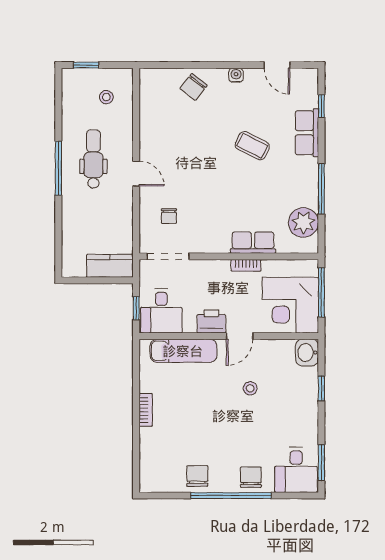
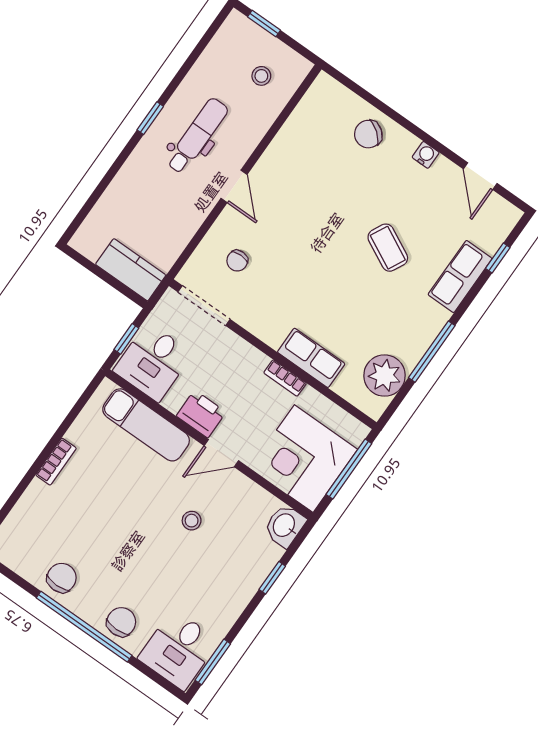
window: (58, 168) -> (150, 118), width x0.46

